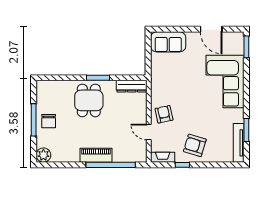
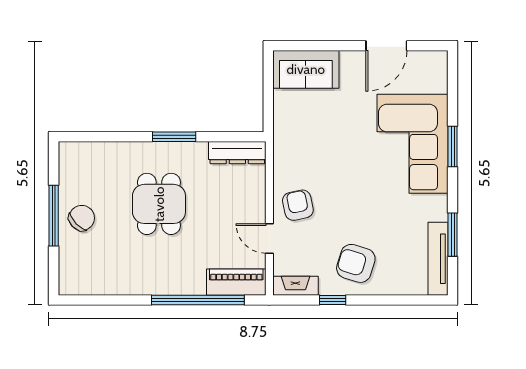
door: (211, 29) -> (386, 46), hinge flipped
window: (246, 47) -> (453, 147), moved
dining table: (89, 100) -> (159, 204), moved
chair: (49, 121) -> (82, 218), turned -134
plant: (43, 155) -> (72, 282), removed
piano: (96, 155) -> (236, 282), moved

